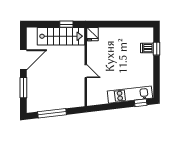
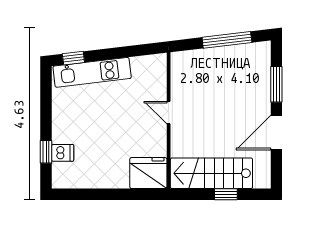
window: (66, 24) -> (226, 194), moved
fridge: (92, 34) -> (148, 173), width x1.88, depth x1.34

